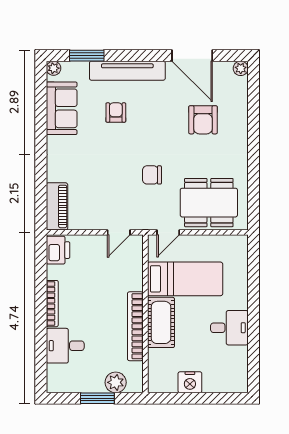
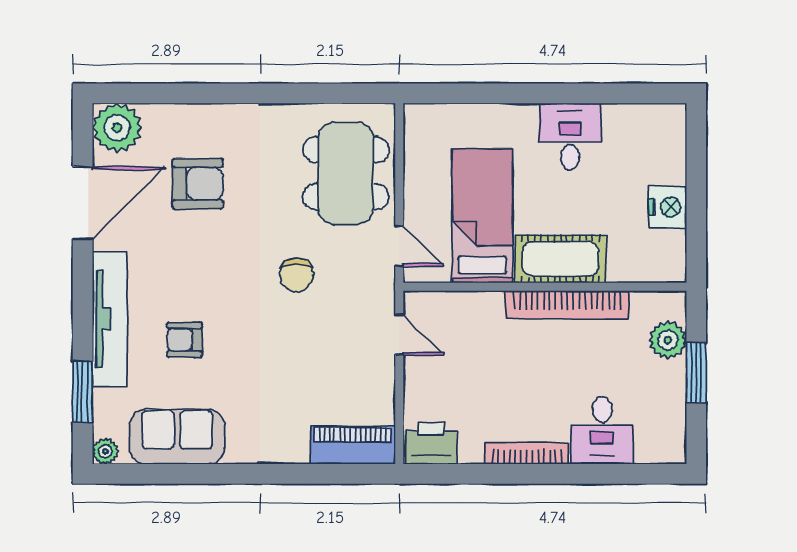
plant: (241, 68) -> (117, 128), width x1.88, depth x1.88

